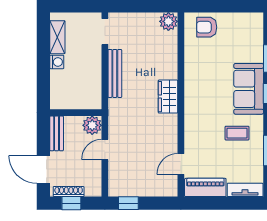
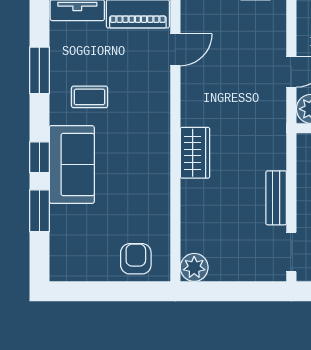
armchair: (207, 27) -> (136, 259), turned -90
bench: (115, 73) -> (276, 198), width x0.73

